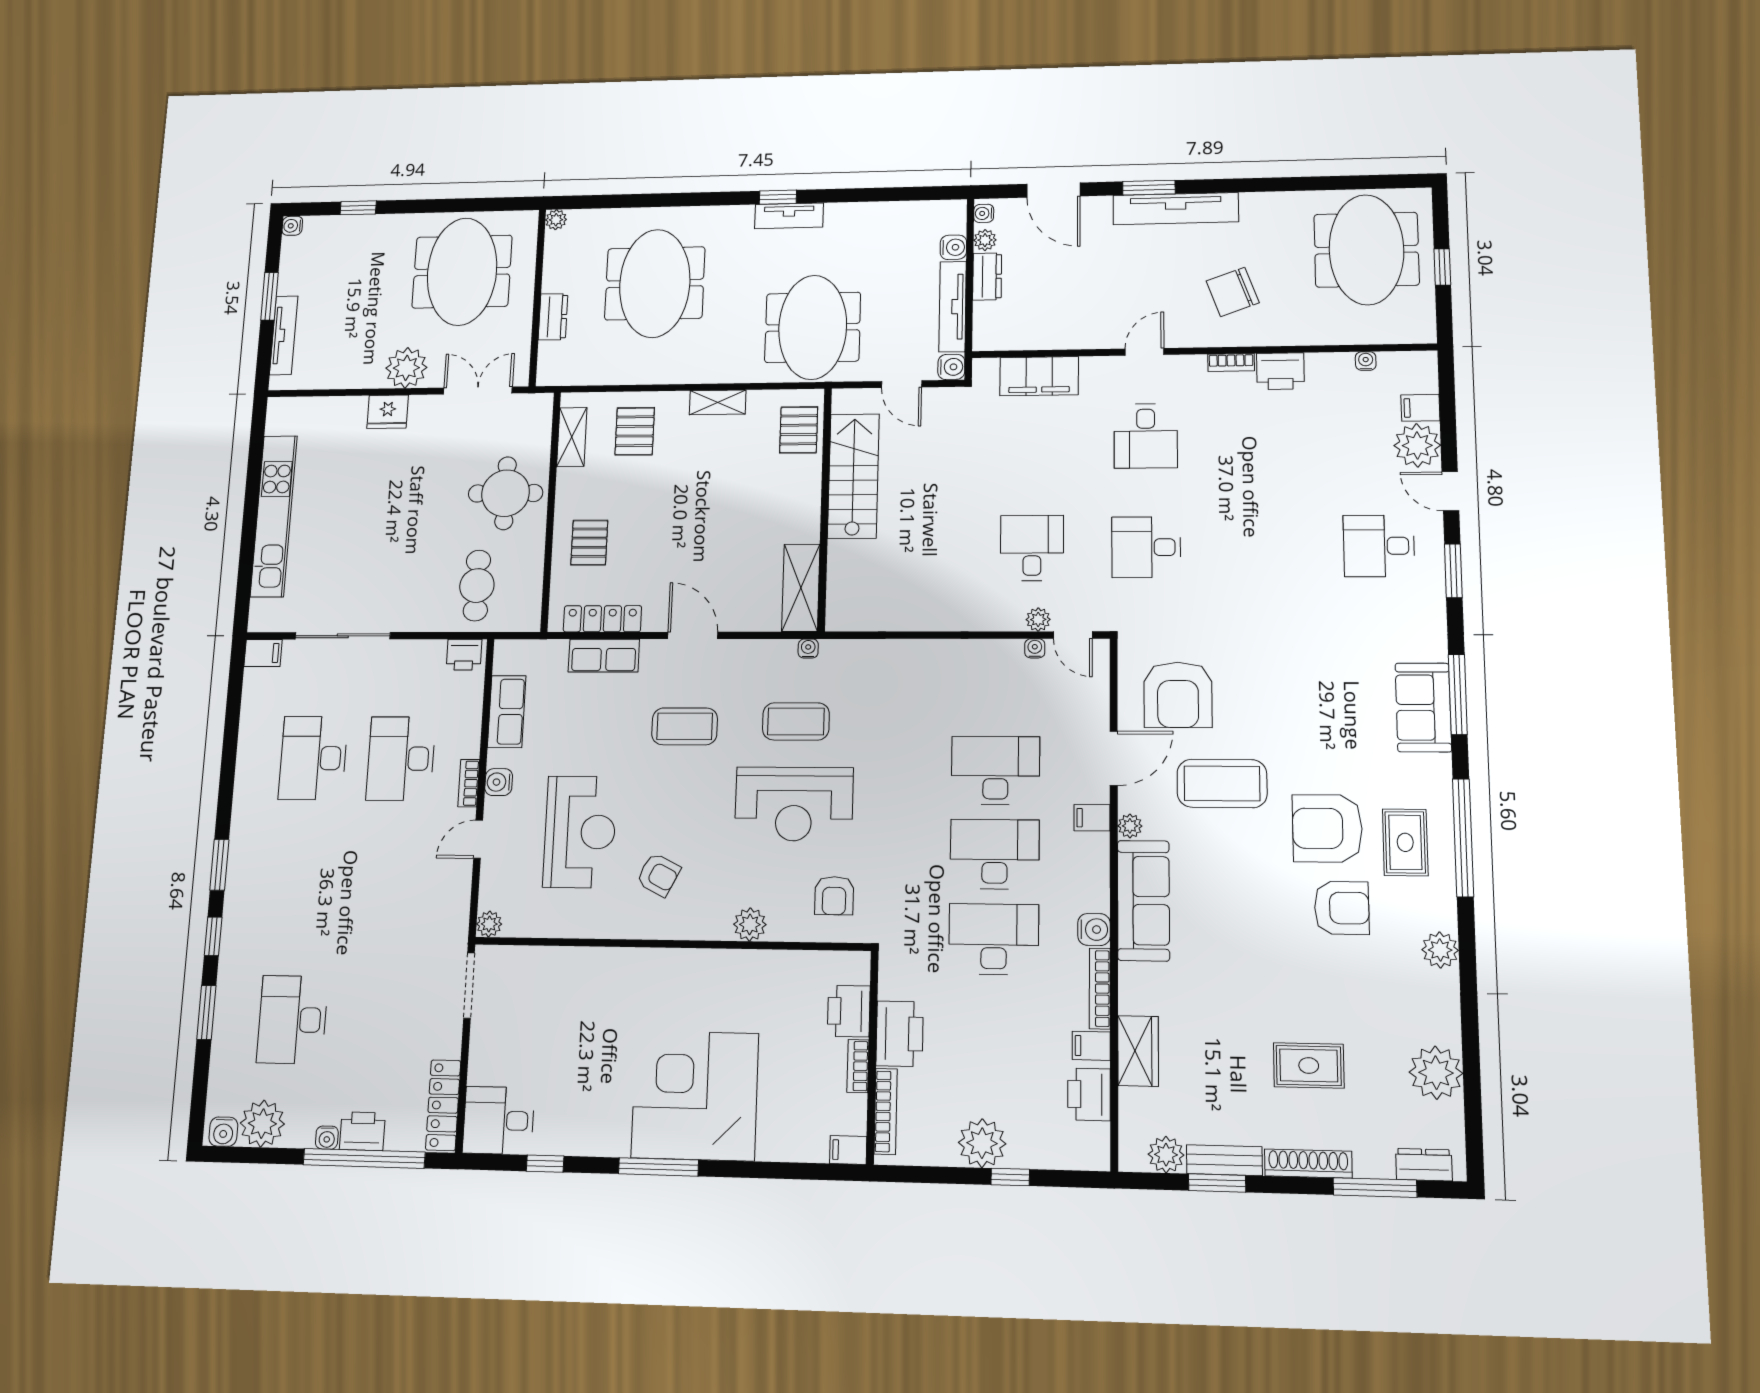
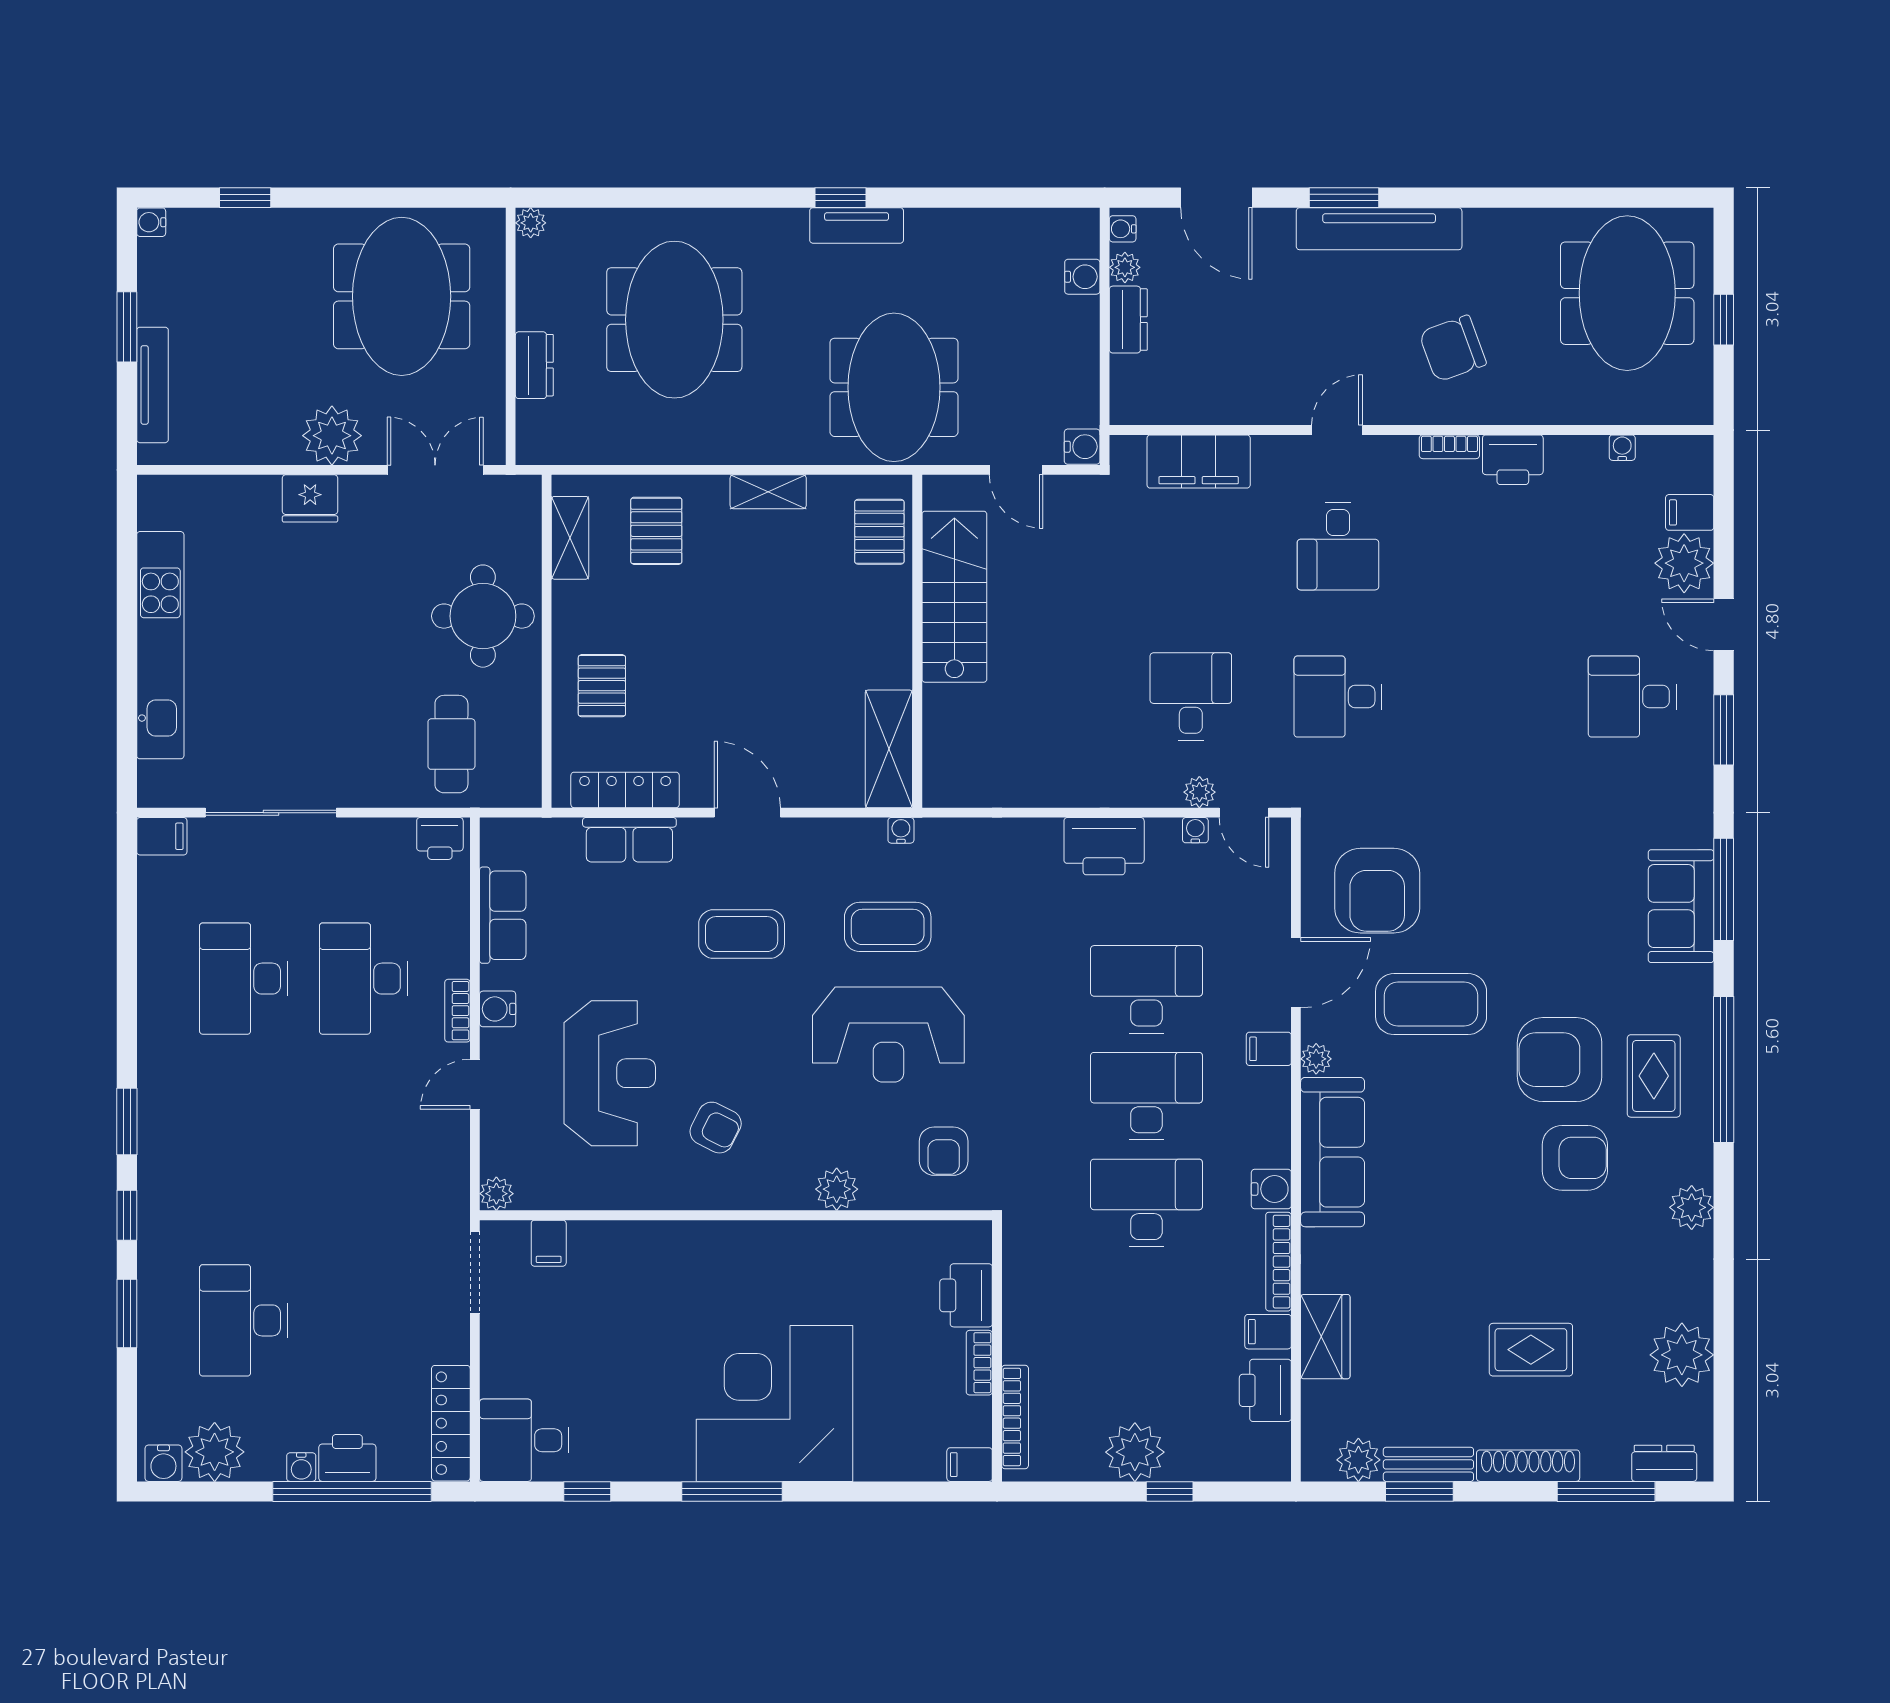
tv unit: (953, 307) -> (1082, 362), removed
filing cabinet: (526, 963) -> (549, 1243), added
printer: (900, 1034) -> (1104, 846), moved, turned 90

